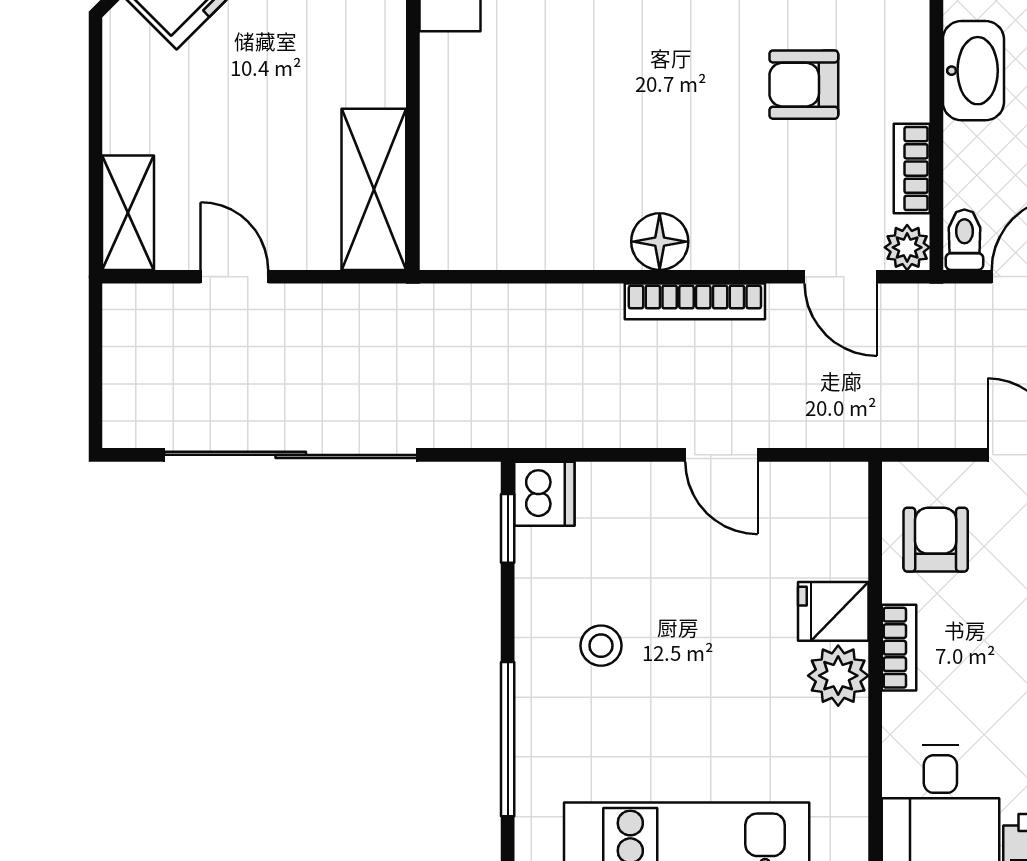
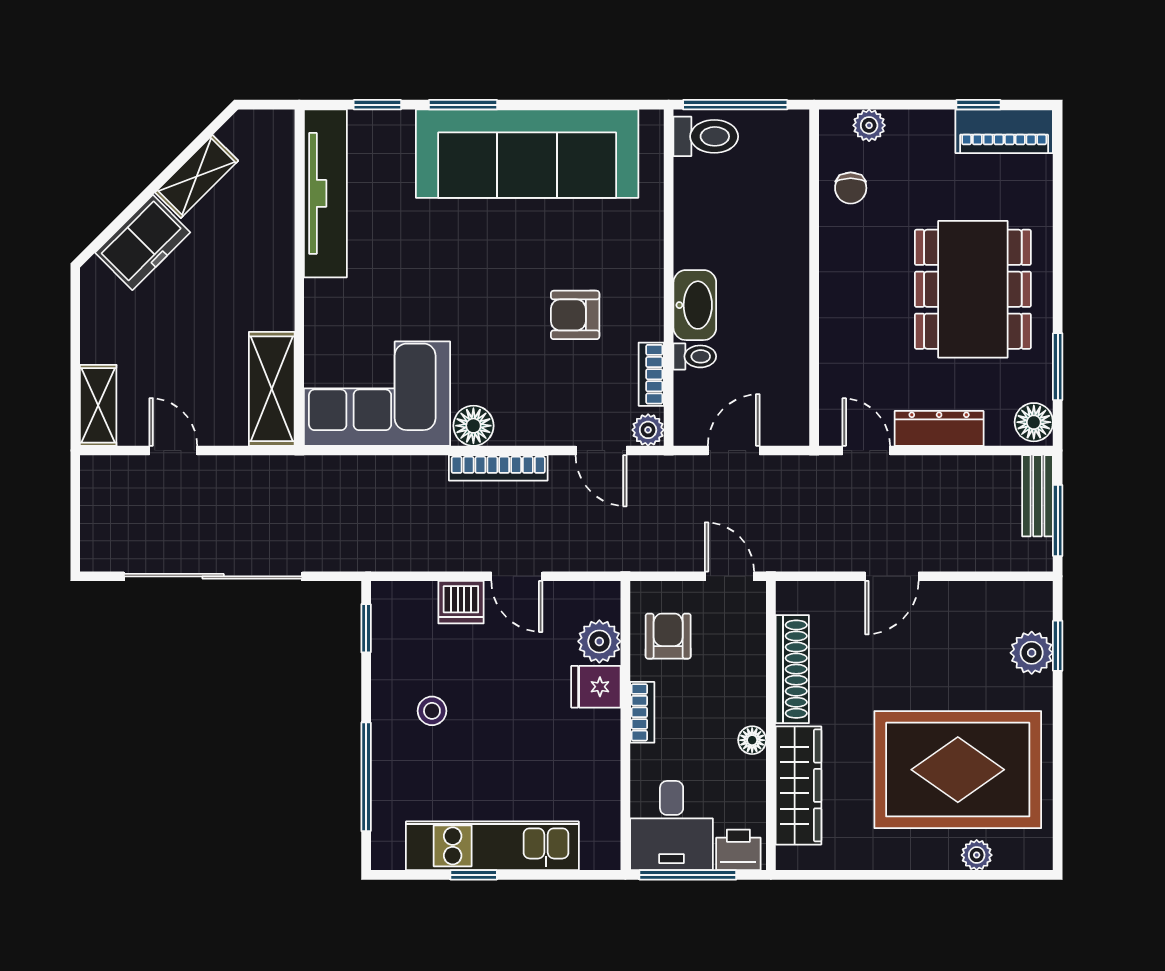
corner sofa: (523, 196) -> (377, 394), added
toilet: (964, 240) -> (695, 356), moved, turned 90
dishwasher: (544, 494) -> (461, 602), moved, turned 90
plant: (838, 676) -> (599, 641), moved

